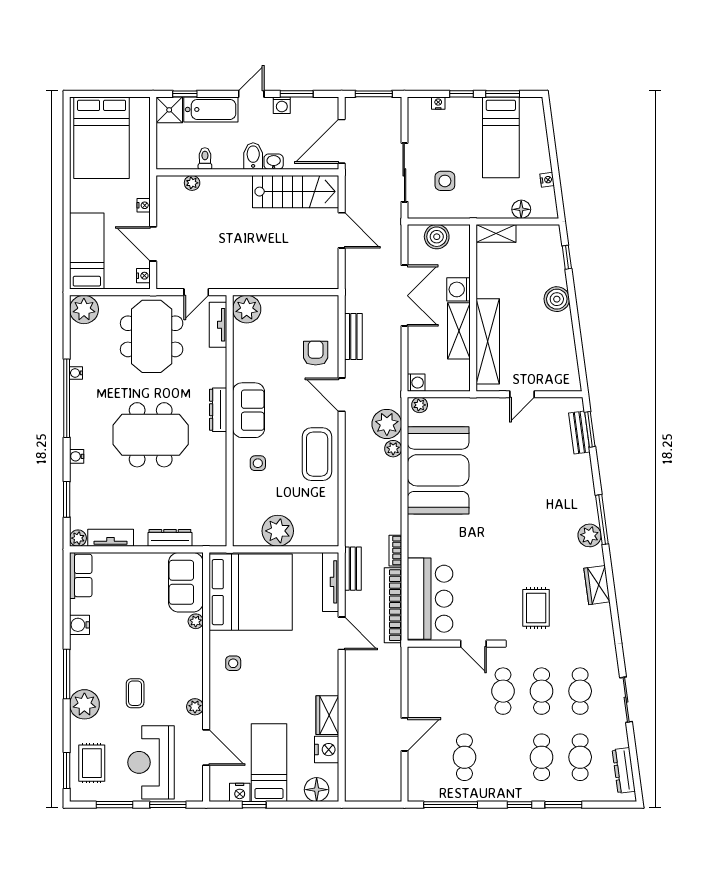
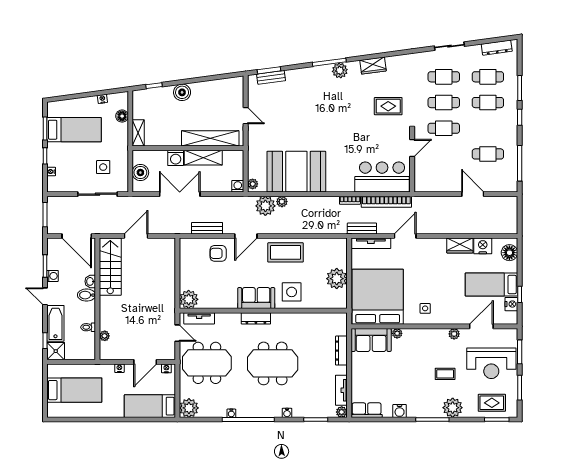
bed: (102, 138) -> (74, 390), width x0.67
meeting table: (151, 435) -> (273, 363), turned 90
side table: (258, 463) -> (292, 292), width x1.87, depth x1.87

